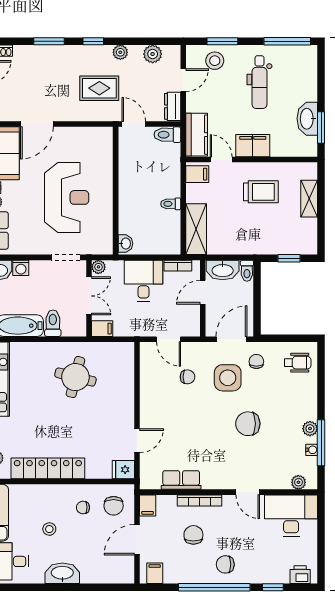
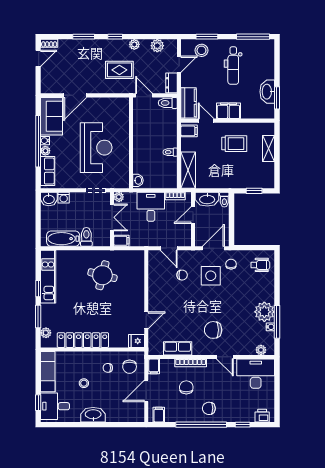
chair: (248, 424) -> (213, 330), moved
plant: (310, 429) -> (264, 312), width x1.87, depth x1.87

